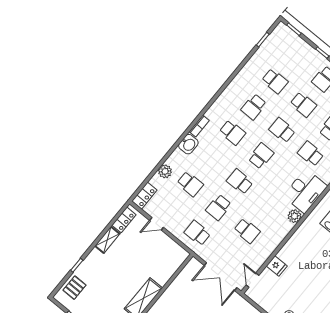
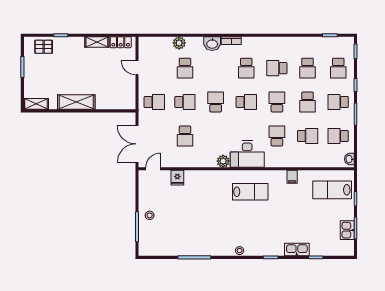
school desk: (296, 55) -> (338, 68), added
locker: (144, 196) -> (150, 43), removed
school desk: (219, 207) -> (185, 102), turned 180
school desk: (197, 233) -> (154, 102), turned 90

